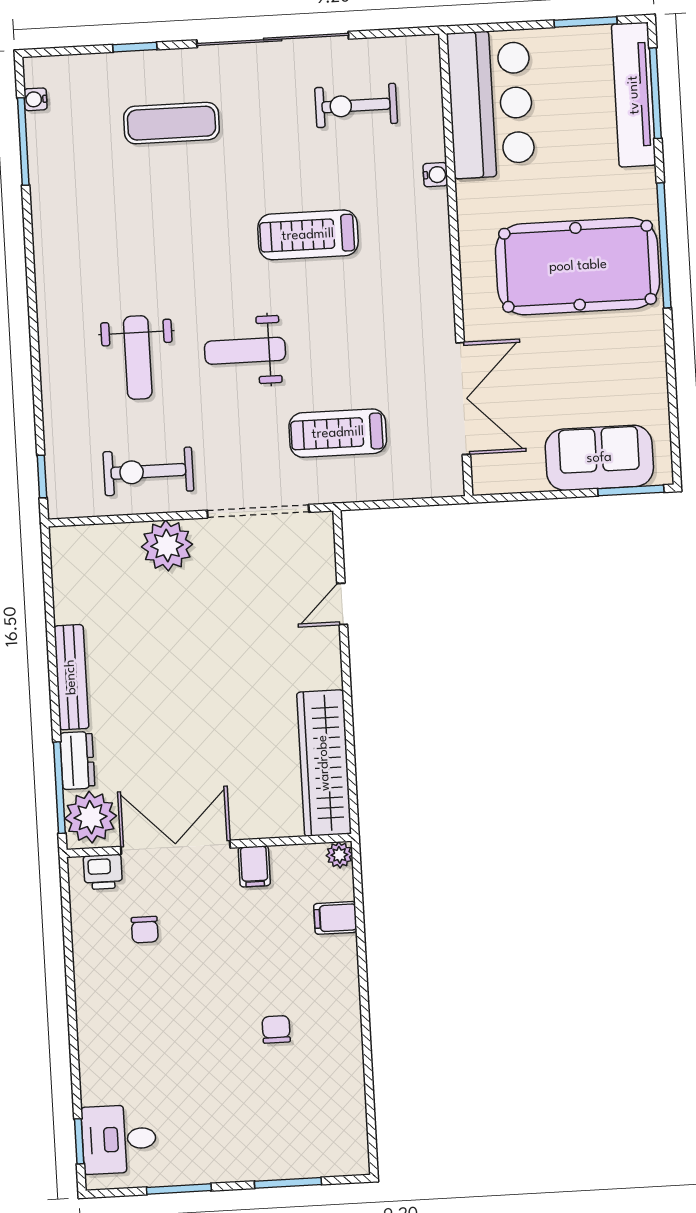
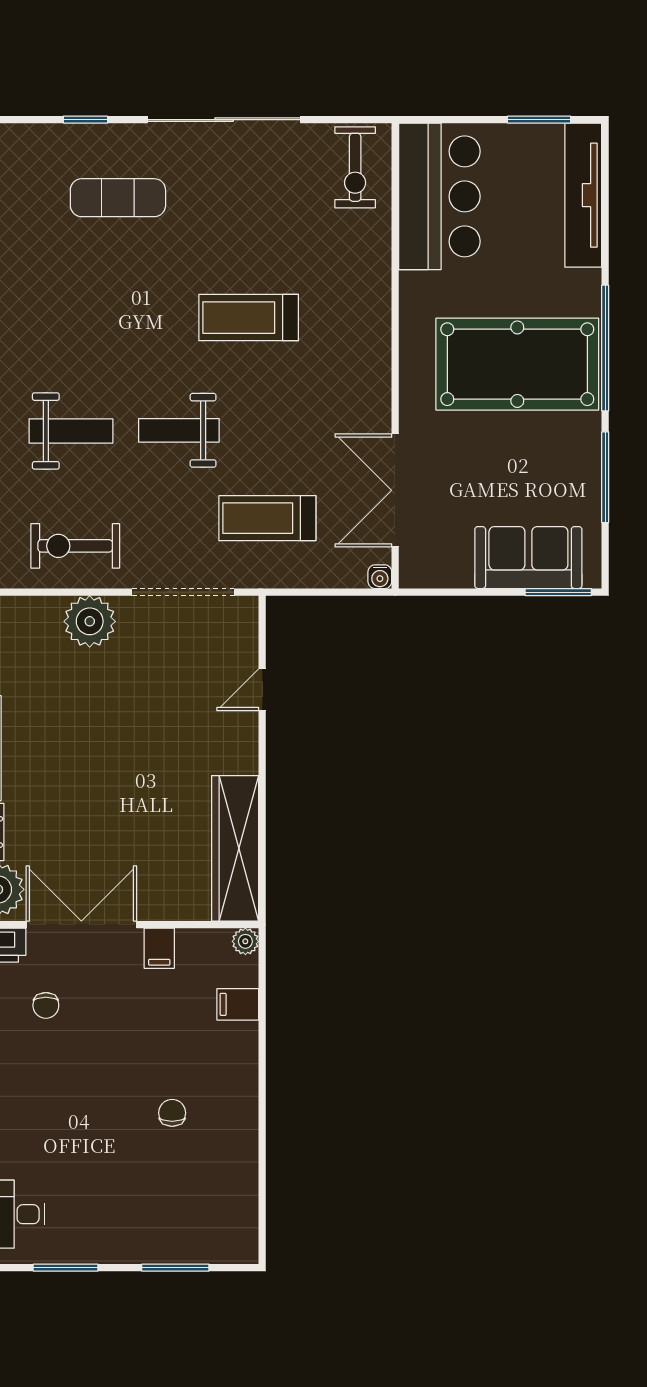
window: (655, 93) -> (605, 477), moved
exercise bike: (356, 105) -> (355, 167), moved, turned -90
water cooler: (435, 175) -> (380, 577), moved, turned 90
weight bench: (138, 357) -> (71, 431), turned -90
double door: (463, 399) -> (395, 490), swing flipped

